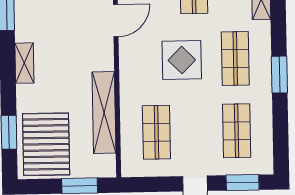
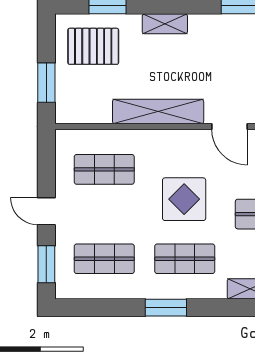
shelving: (24, 63) -> (165, 24), moved
shelving: (104, 113) -> (158, 112), moved
pallet: (46, 144) -> (93, 46), width x0.73, depth x0.71

